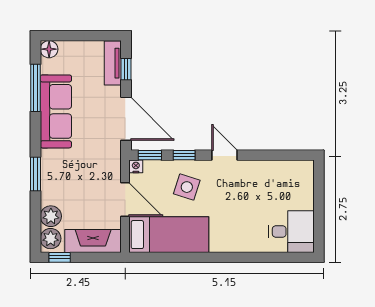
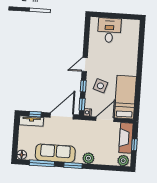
window: (35, 174) -> (73, 165), moved
plant: (51, 216) -> (88, 158), moved
desk: (291, 232) -> (109, 30), moved
window: (60, 257) -> (134, 145), moved

